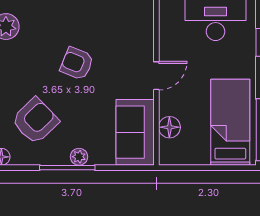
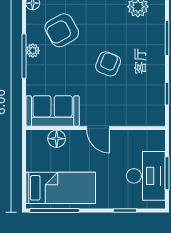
armchair: (35, 121) -> (62, 30), turned 105
plant: (79, 157) -> (33, 51), moved

